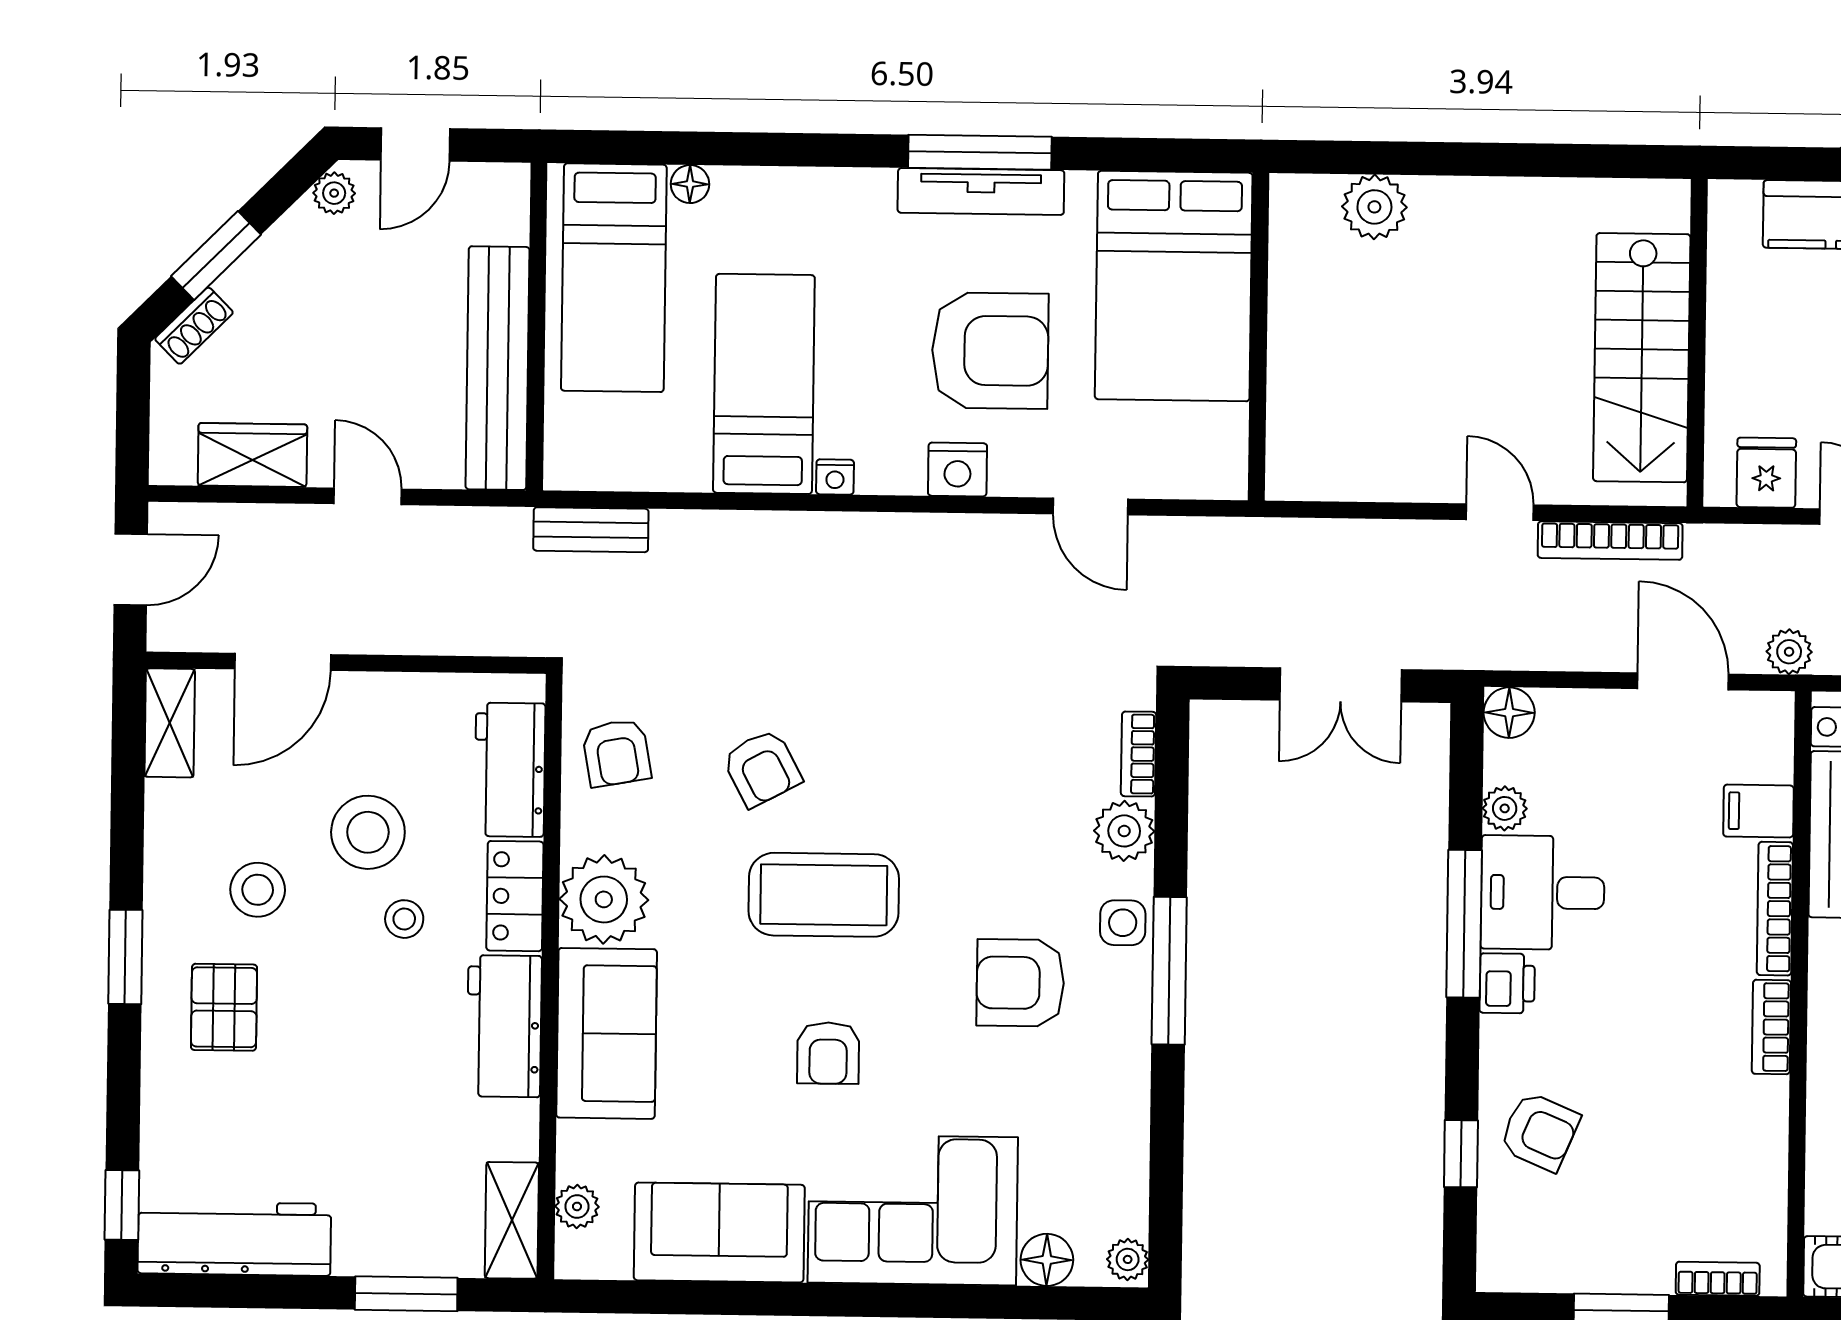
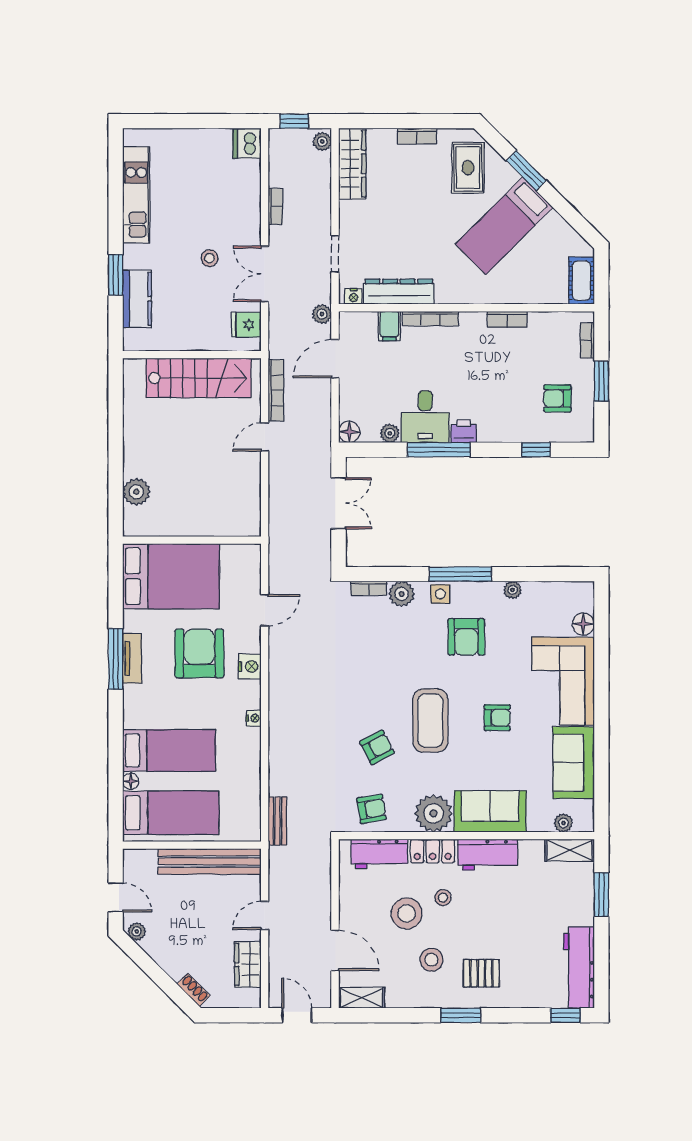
tv unit: (981, 191) -> (132, 658), width x0.71
window: (216, 255) -> (164, 981), removed
bed: (764, 384) -> (169, 750), moved, turned 180
bookcase: (1771, 1027) -> (507, 319), moved
armchair: (1540, 1132) -> (557, 398), moved, turned -113
plant: (1128, 1259) -> (513, 590), moved

